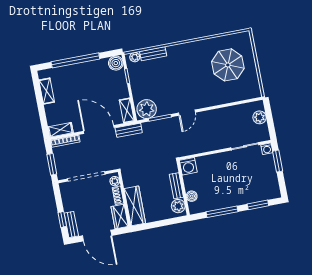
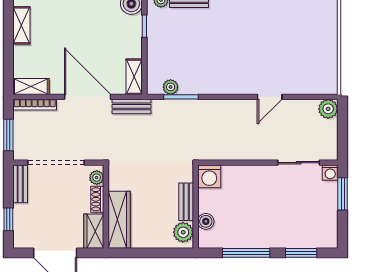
parasol: (228, 65) -> (296, 38), removed
plant: (147, 109) -> (171, 87), width x0.53, depth x0.53
door: (187, 113) -> (270, 97), moved
plant: (260, 117) -> (328, 109), moved
bench: (71, 225) -> (20, 184), moved

